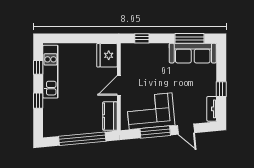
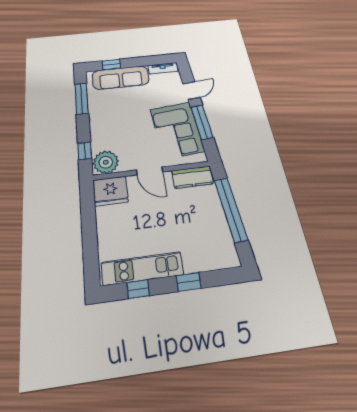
sofa: (193, 53) -> (121, 78), moved, turned 90
plant: (130, 54) -> (106, 162), added
window: (221, 89) -> (111, 65), moved

